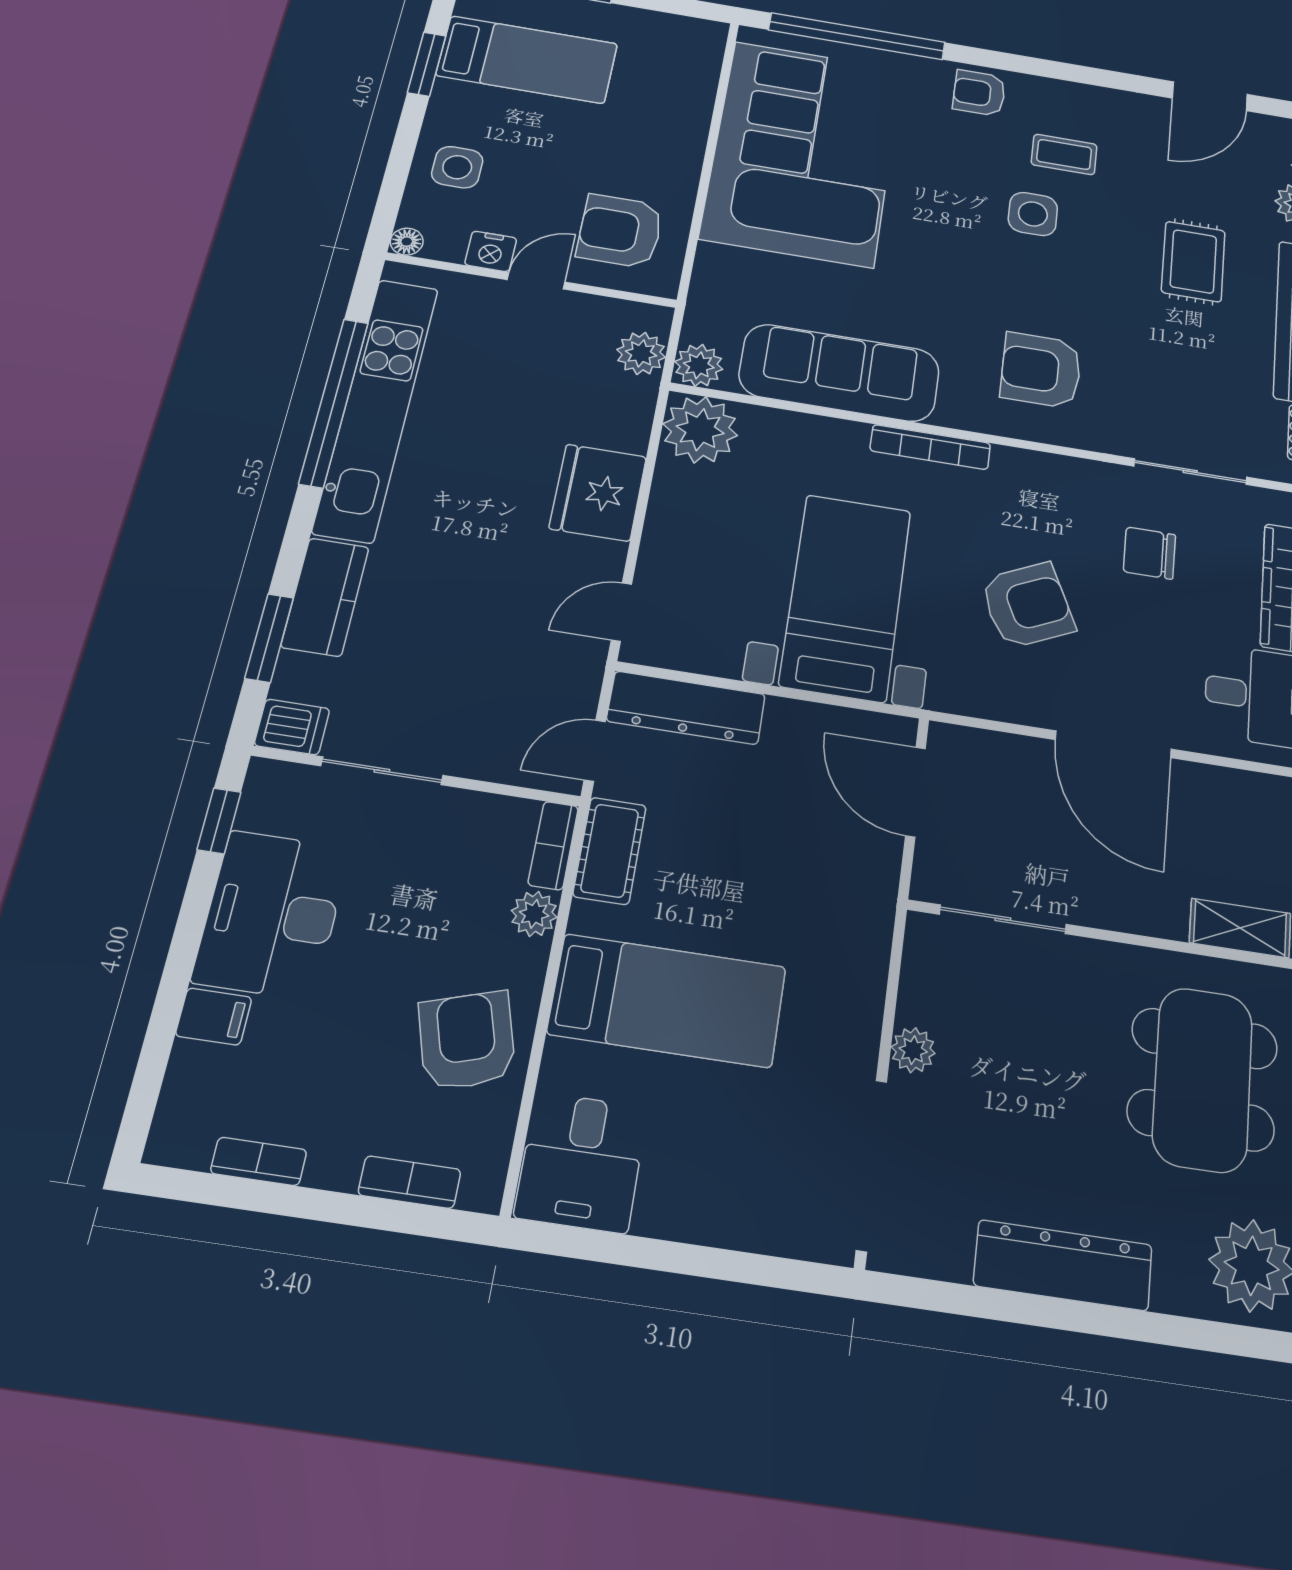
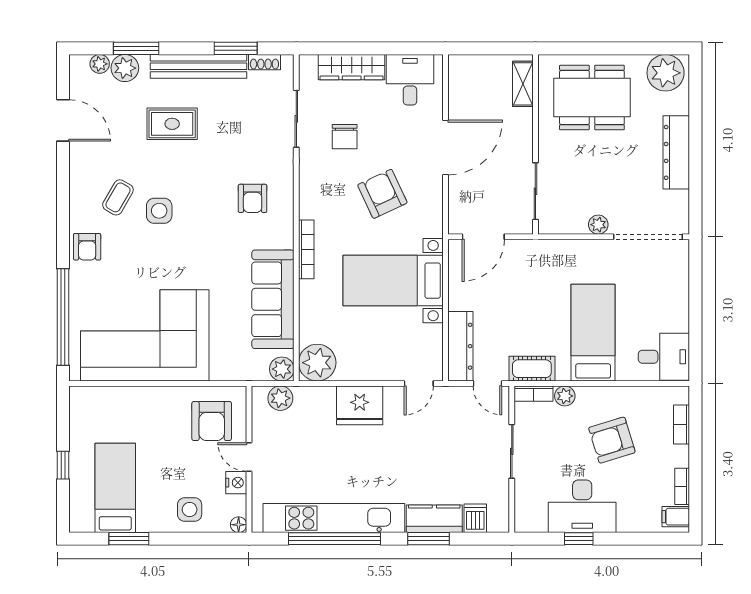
coffee table: (1064, 154) -> (118, 197), turned 30
armchair: (1041, 370) -> (253, 198), width x0.72, depth x0.72
door: (621, 612) -> (419, 384), hinge flipped
window: (269, 638) -> (428, 539), moved
dishwasher: (292, 727) -> (475, 518), moved
sliding door: (382, 771) -> (512, 451), moved
window: (219, 821) -> (579, 539), moved
filing cabinet: (214, 1016) -> (676, 517), moved, turned -90
armchair: (467, 1041) -> (612, 440), moved

